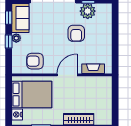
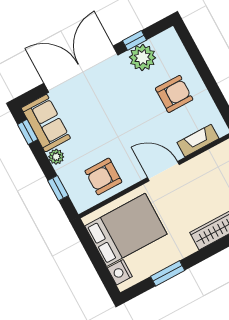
armchair: (76, 33) -> (174, 94), moved, turned -90
window: (9, 41) -> (58, 188), moved
door: (67, 75) -> (163, 171), hinge flipped

